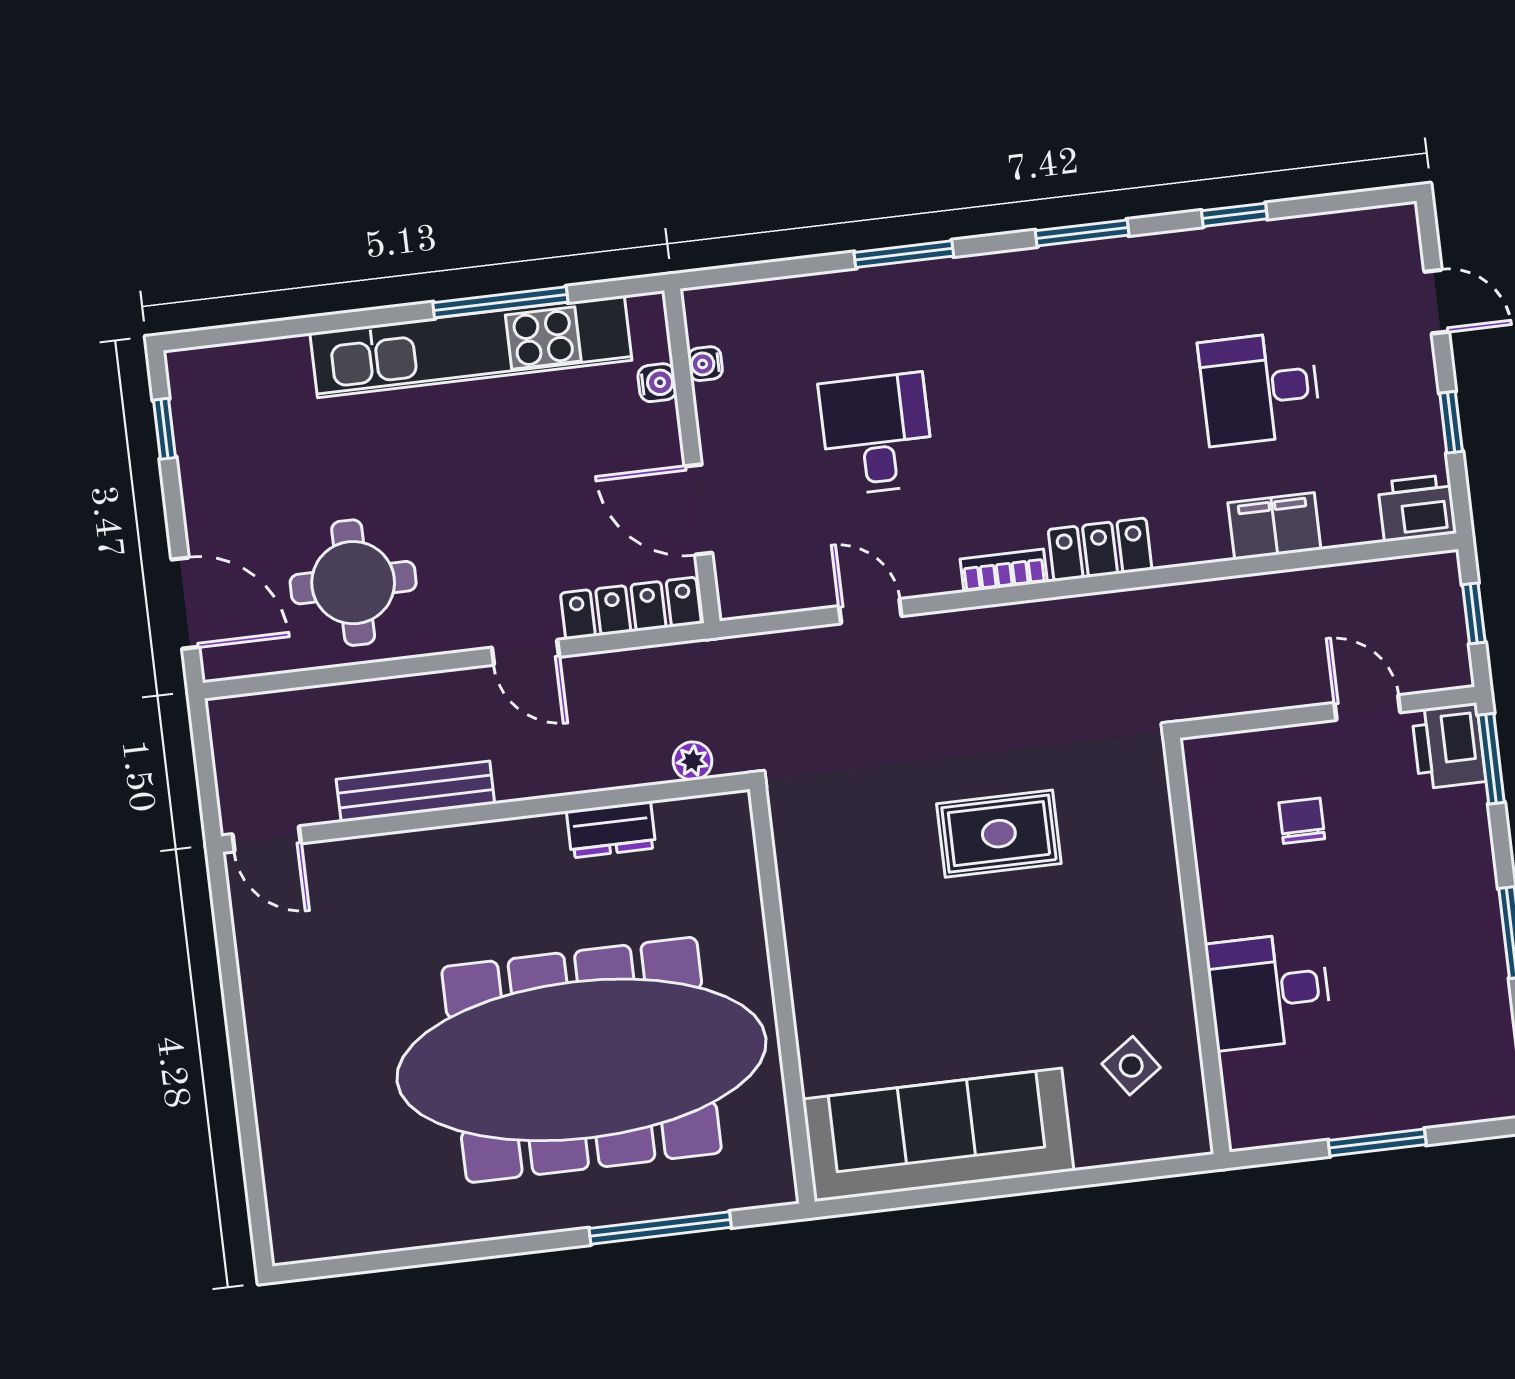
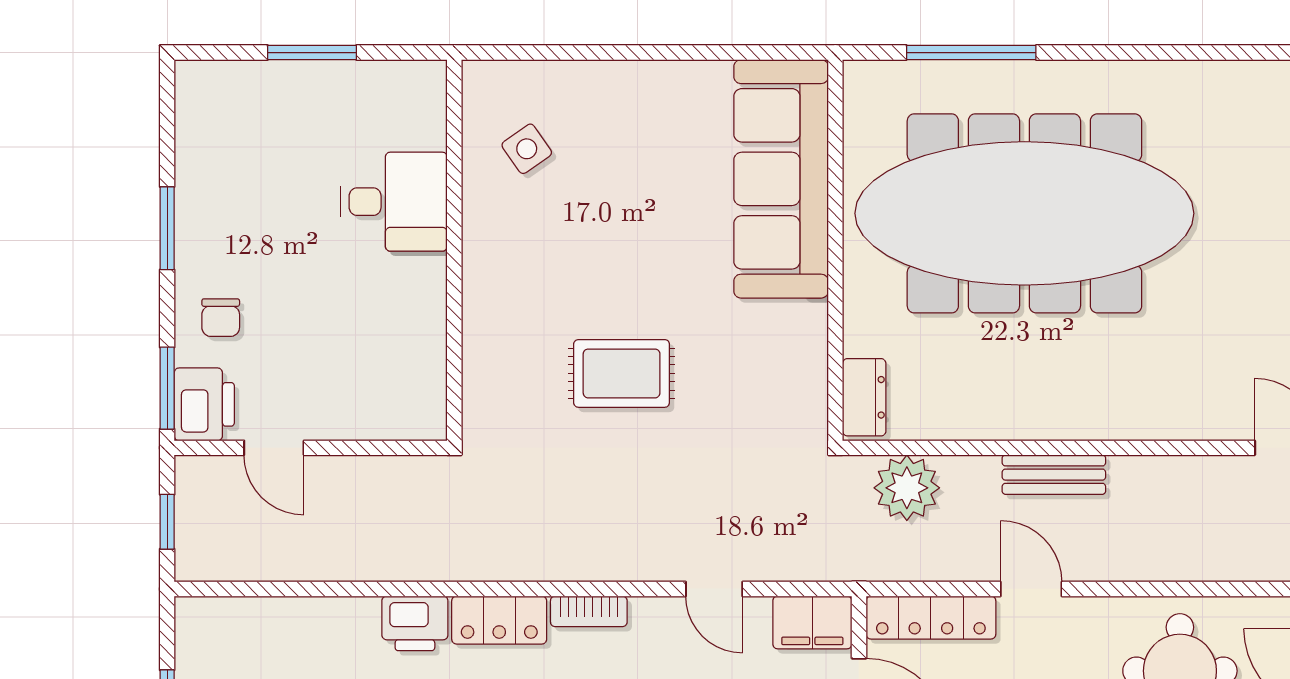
printer: (1417, 508) -> (415, 623), moved
filing cabinet: (1274, 526) -> (812, 622), moved
plant: (692, 761) -> (907, 488), width x1.88, depth x1.88
bench: (415, 792) -> (1054, 475), moved, width x0.73
chair: (1302, 821) -> (221, 318), moved
dresser: (611, 830) -> (864, 397), moved, turned 90
sofa: (938, 1135) -> (781, 179), moved, turned 90

